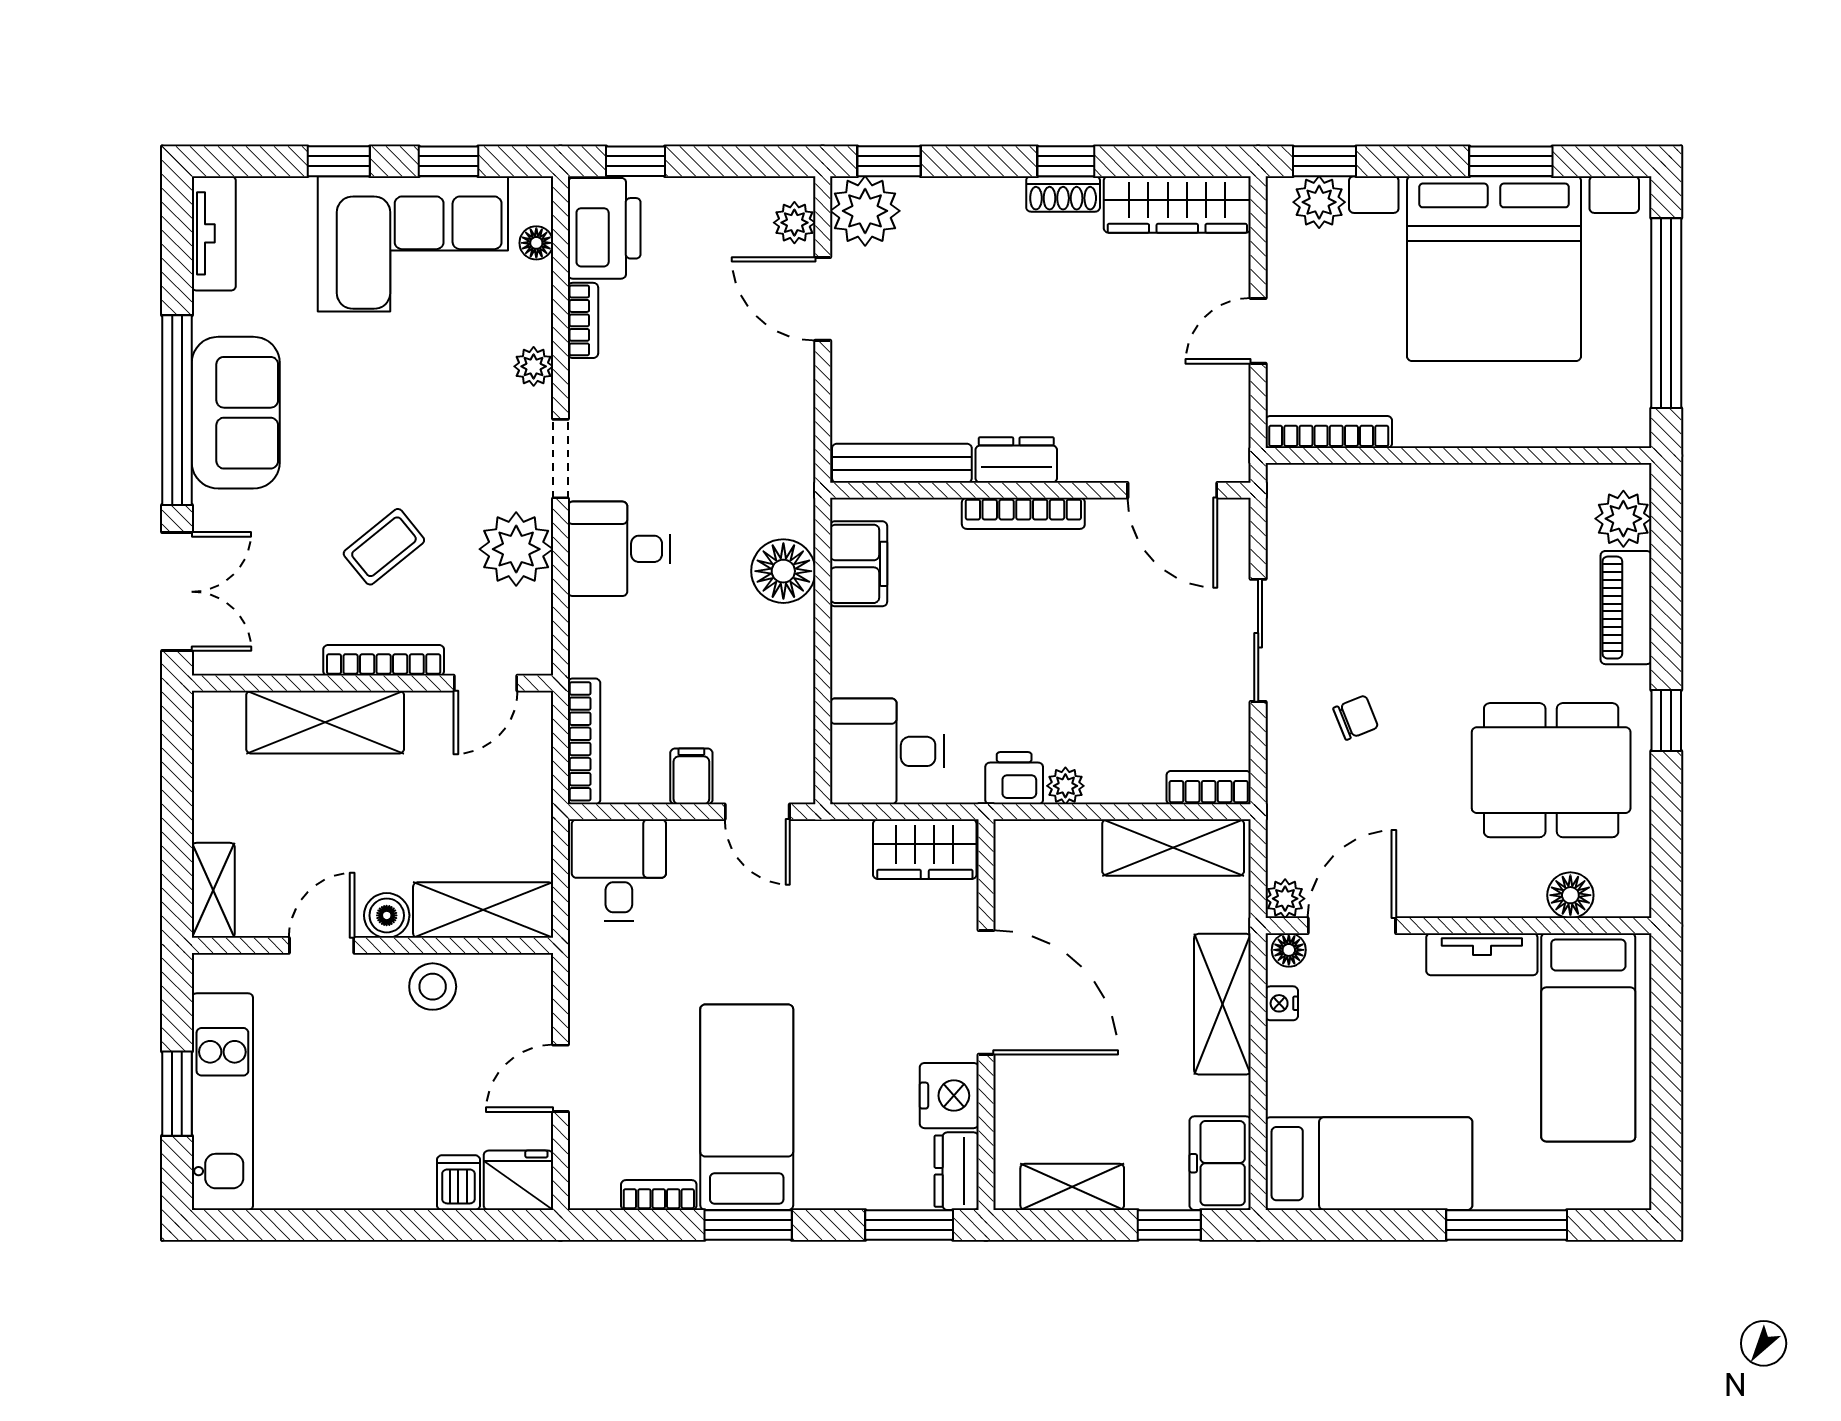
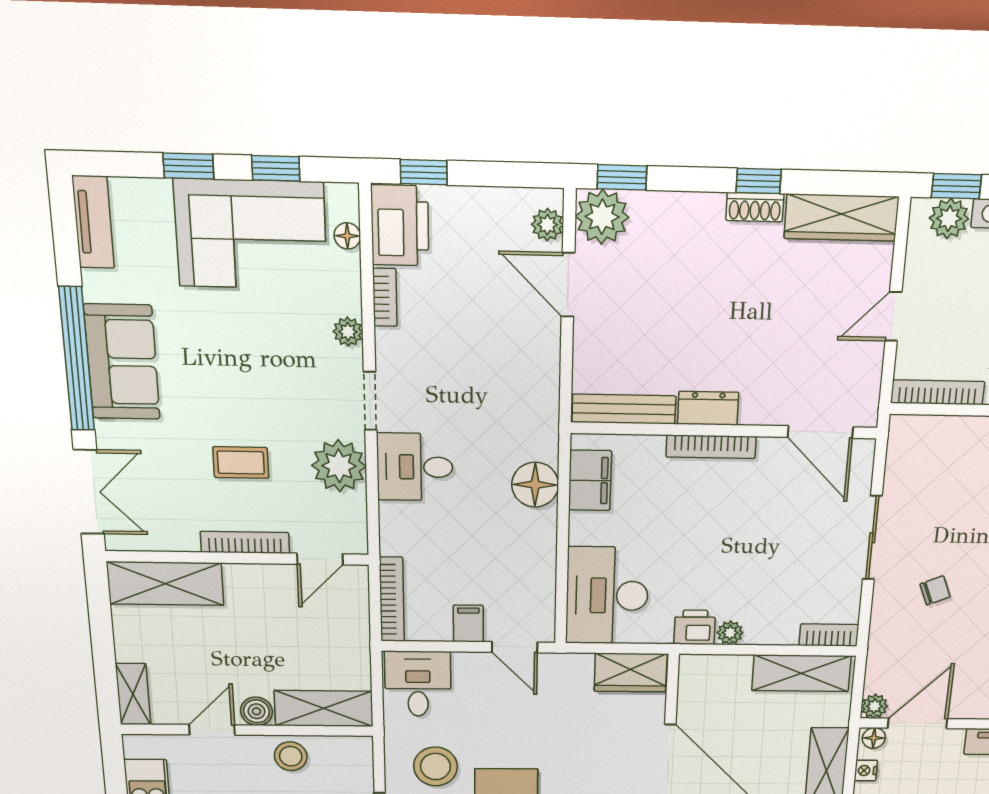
coffee table: (384, 547) -> (241, 463), turned 39
shelving: (325, 722) -> (165, 584), moved
desk: (887, 751) -> (607, 596), width x1.37
stool: (643, 1002) -> (435, 766), added

